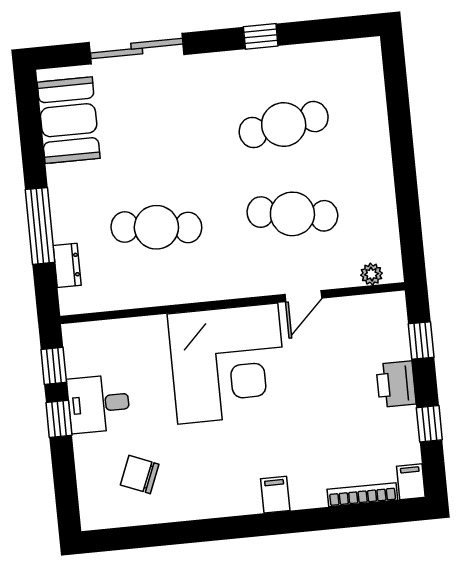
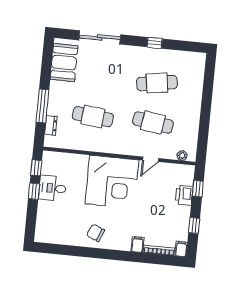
printer: (396, 384) -> (184, 195), moved
chair: (140, 475) -> (96, 233), moved
filing cabinet: (275, 495) -> (137, 244), moved

